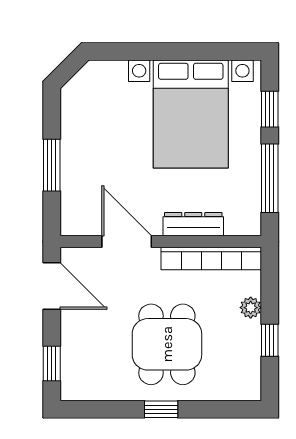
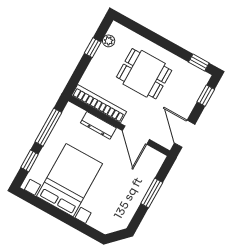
plant: (251, 308) -> (109, 41), moved
dining table: (167, 344) -> (144, 74), turned 90
window: (161, 409) -> (199, 62), moved

